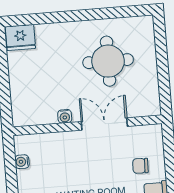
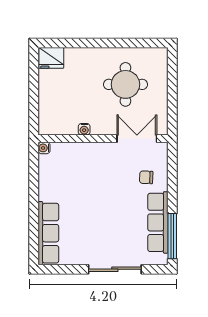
double door: (104, 124) -> (137, 139), moved
water cooler: (22, 162) -> (44, 148), moved

